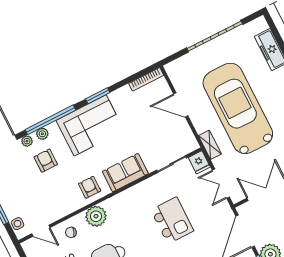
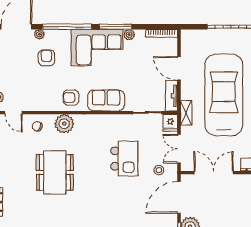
window: (98, 96) -> (115, 27), width x1.44
plant: (42, 134) -> (129, 35), moved
tv unit: (187, 135) -> (172, 96), added
armchair: (90, 187) -> (71, 98), turned -90
stool: (212, 215) -> (159, 170), added

